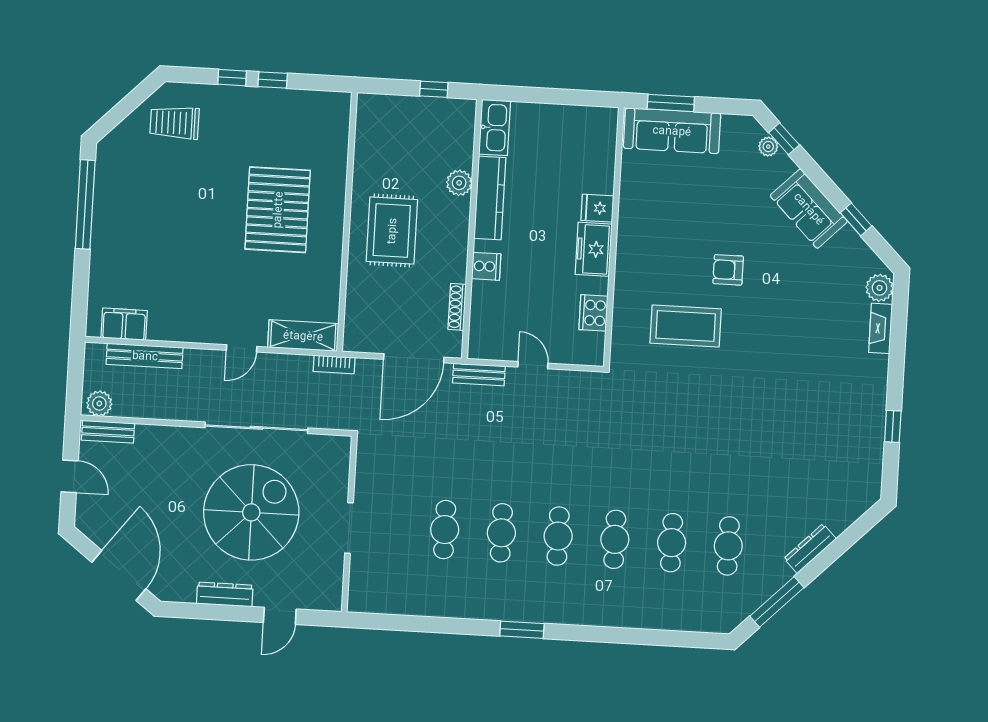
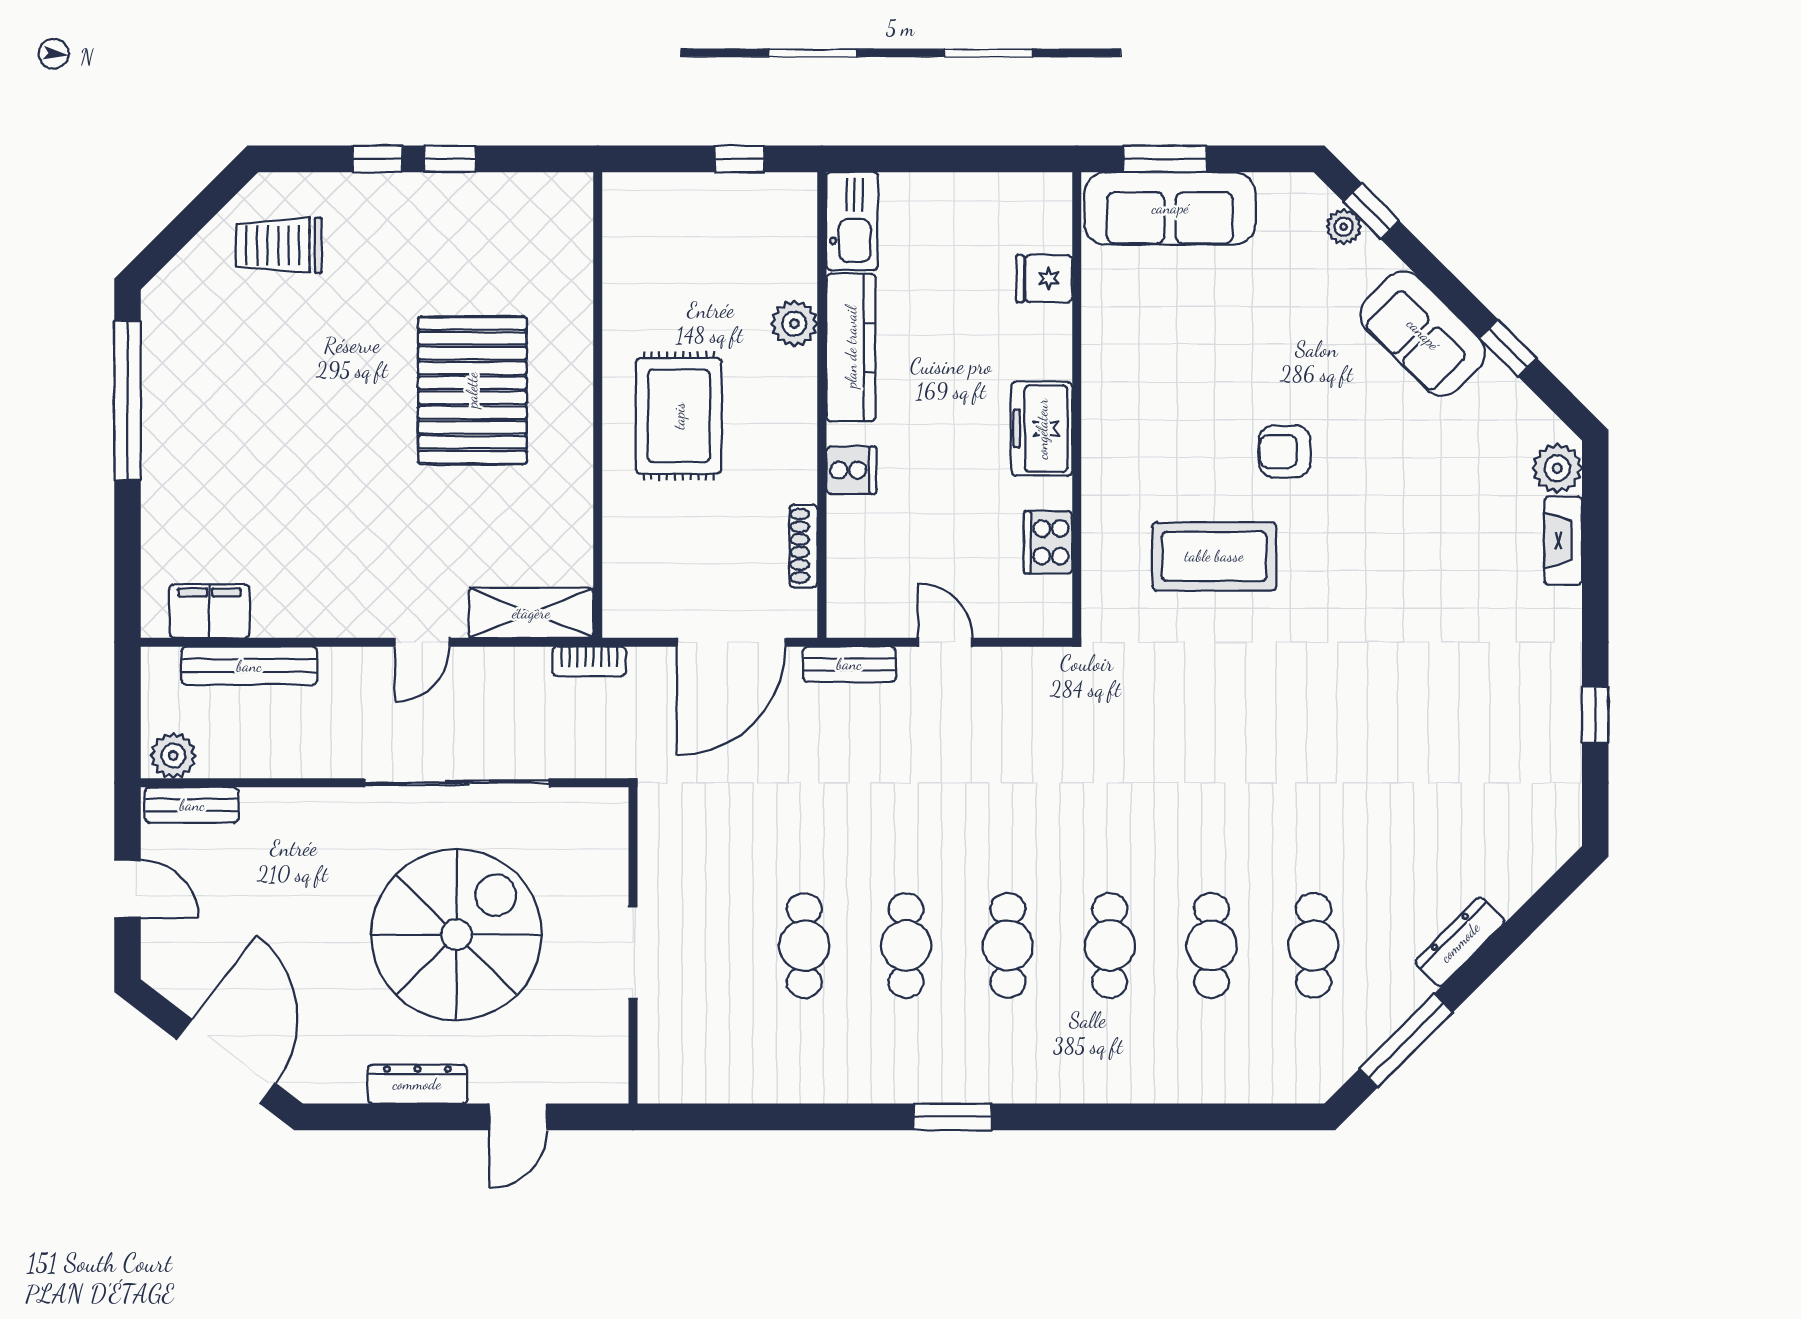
fridge: (597, 208) -> (1044, 279), moved

